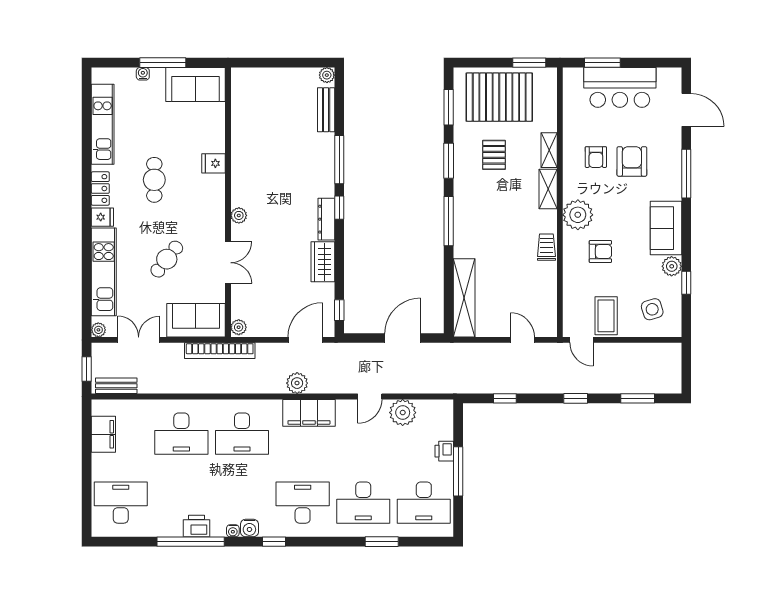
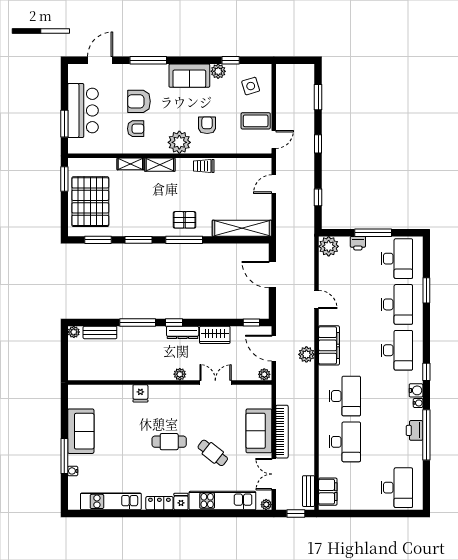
pallet: (494, 155) -> (185, 220), moved
fridge: (214, 163) -> (140, 393), moved
cafe table: (154, 180) -> (169, 442), moved
wall: (228, 202) -> (170, 382), moved
plant: (239, 215) -> (180, 374), moved
double door: (228, 263) -> (215, 382), moved
plant: (239, 327) -> (264, 374), moved
bookcase: (220, 351) -> (282, 432), moved
plant: (403, 413) -> (329, 246), moved
filing cabinet: (103, 434) -> (328, 492), moved, turned 90
desk: (121, 503) -> (397, 488), turned 180
desk: (303, 503) -> (397, 350), turned 180

